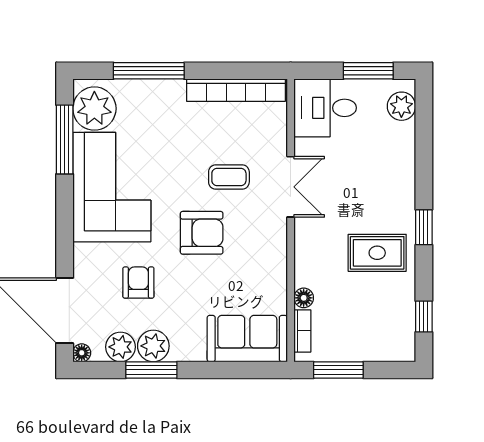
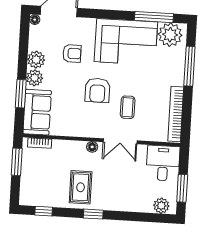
floor lamp: (304, 298) -> (92, 147), moved
plant: (121, 347) -> (35, 78), moved
window: (151, 370) -> (21, 94), moved

